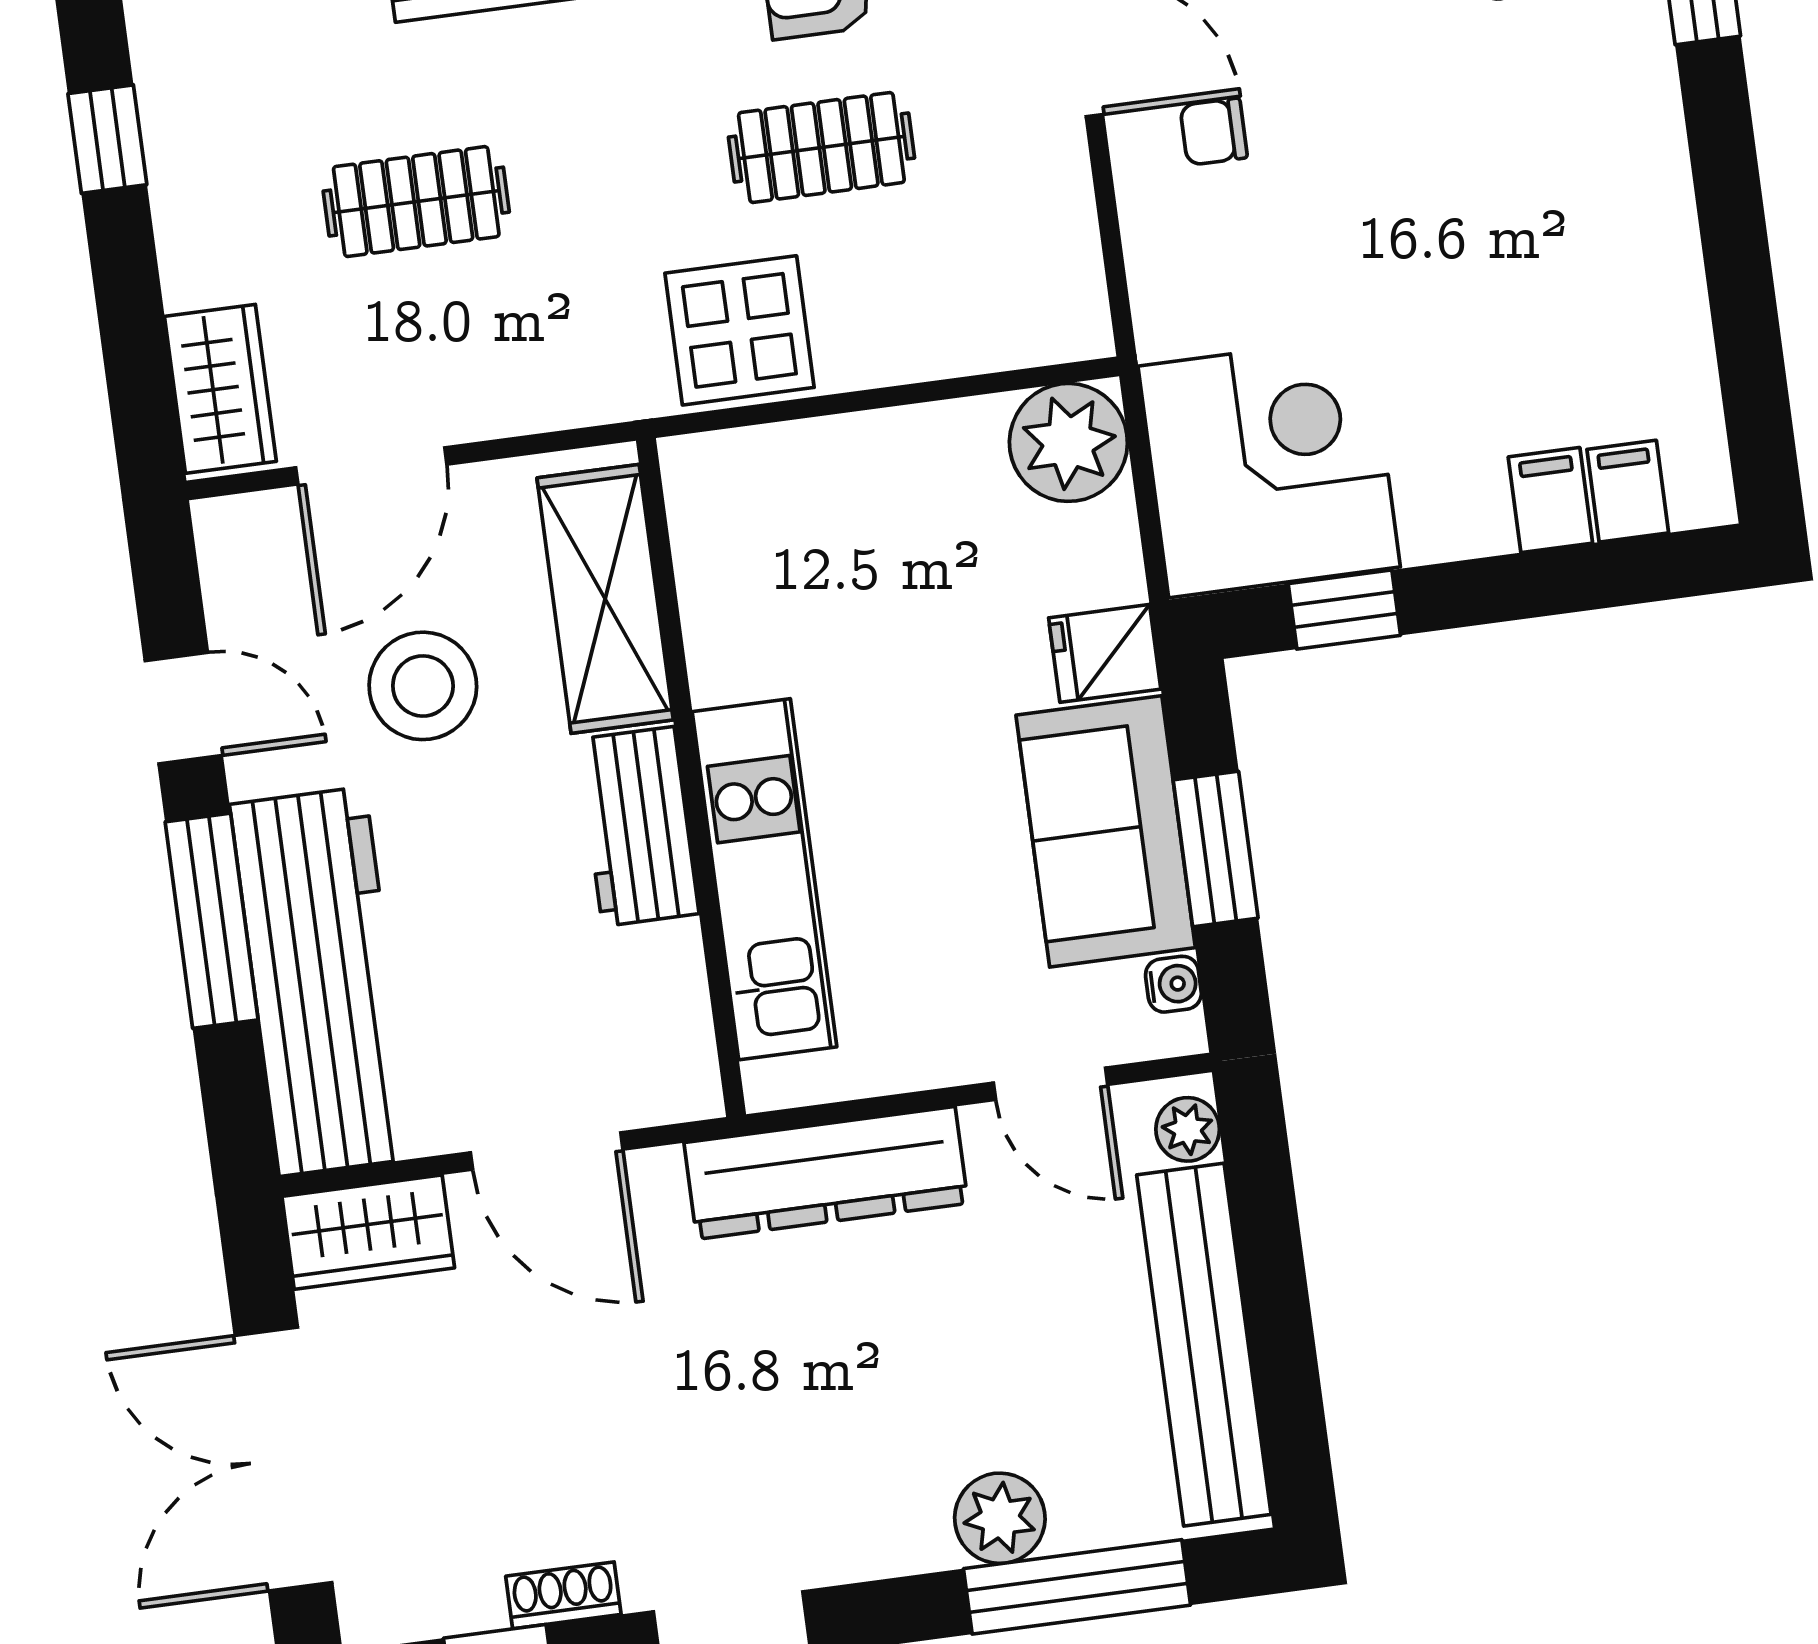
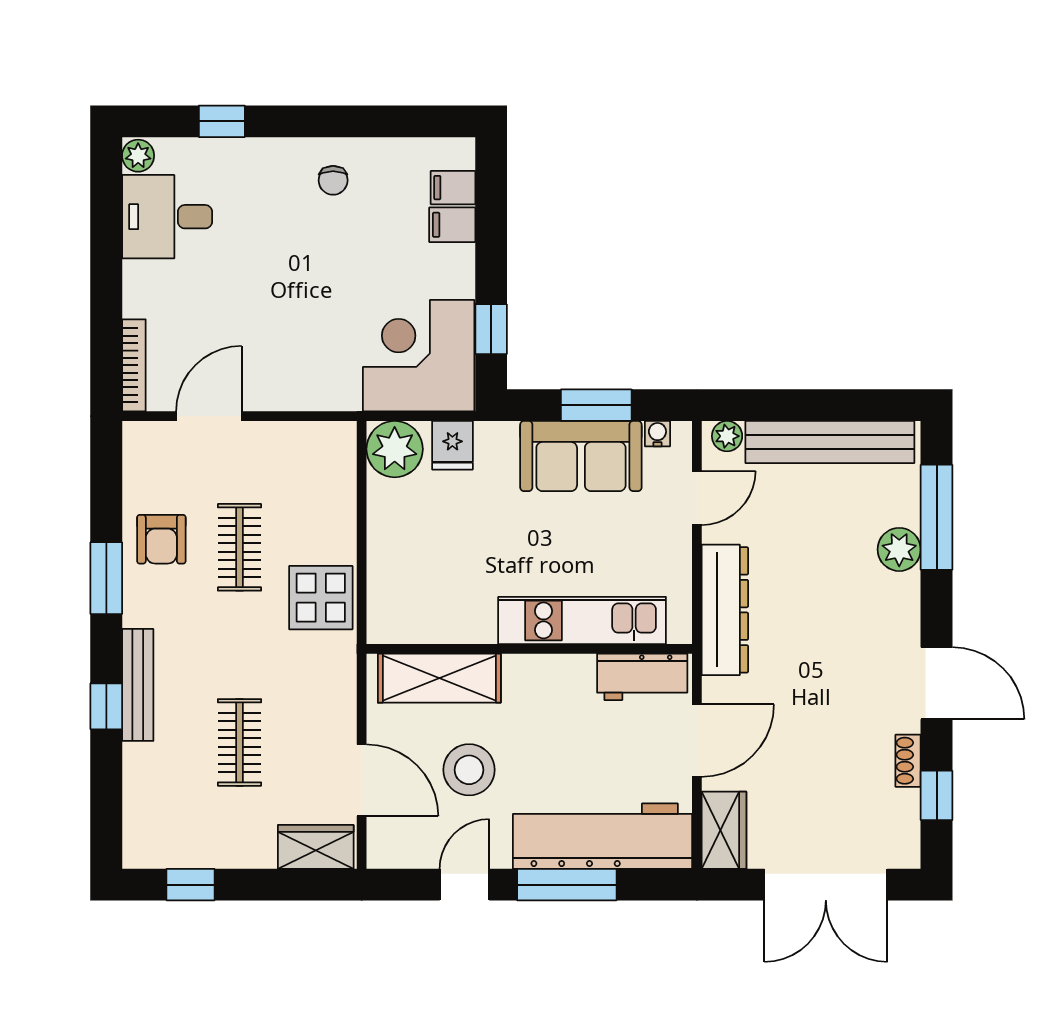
chair: (1214, 132) -> (333, 180), moved
fridge: (1105, 653) -> (452, 445), moved
workbench: (638, 826) -> (642, 677), moved

